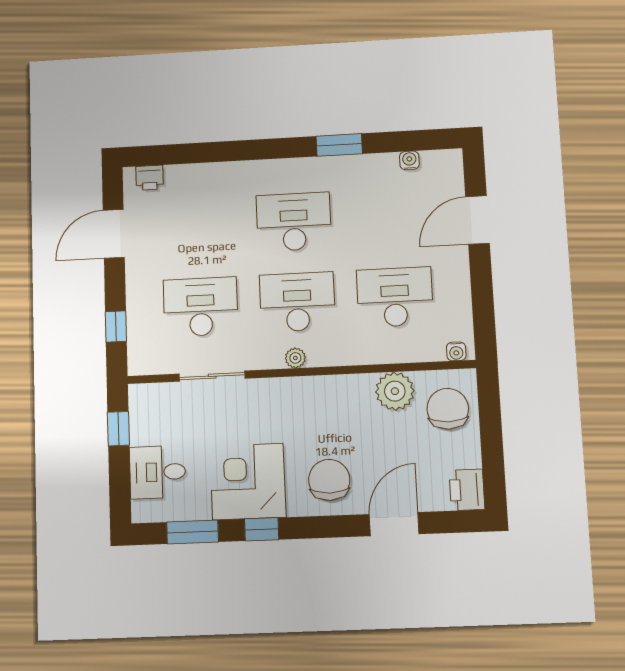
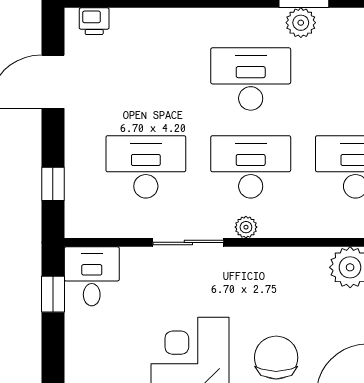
plant: (337, 169) -> (301, 23), added
sliding door: (212, 376) -> (188, 242), moved
desk: (158, 472) -> (92, 276), moved, turned 90

